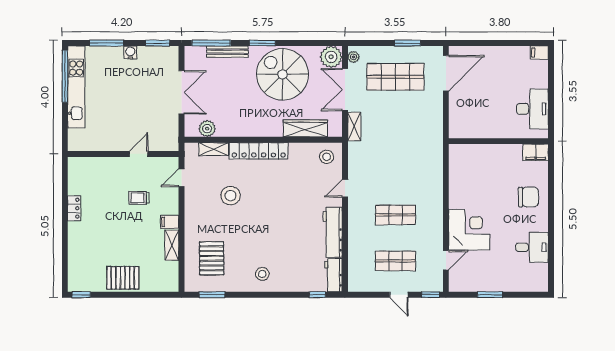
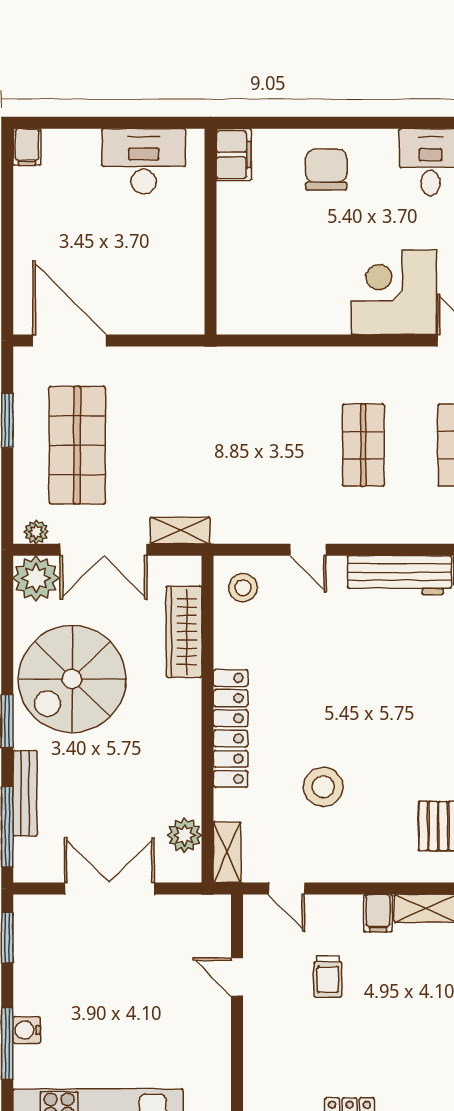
water cooler: (130, 52) -> (27, 1030), moved
shelving: (214, 149) -> (227, 852), moved

